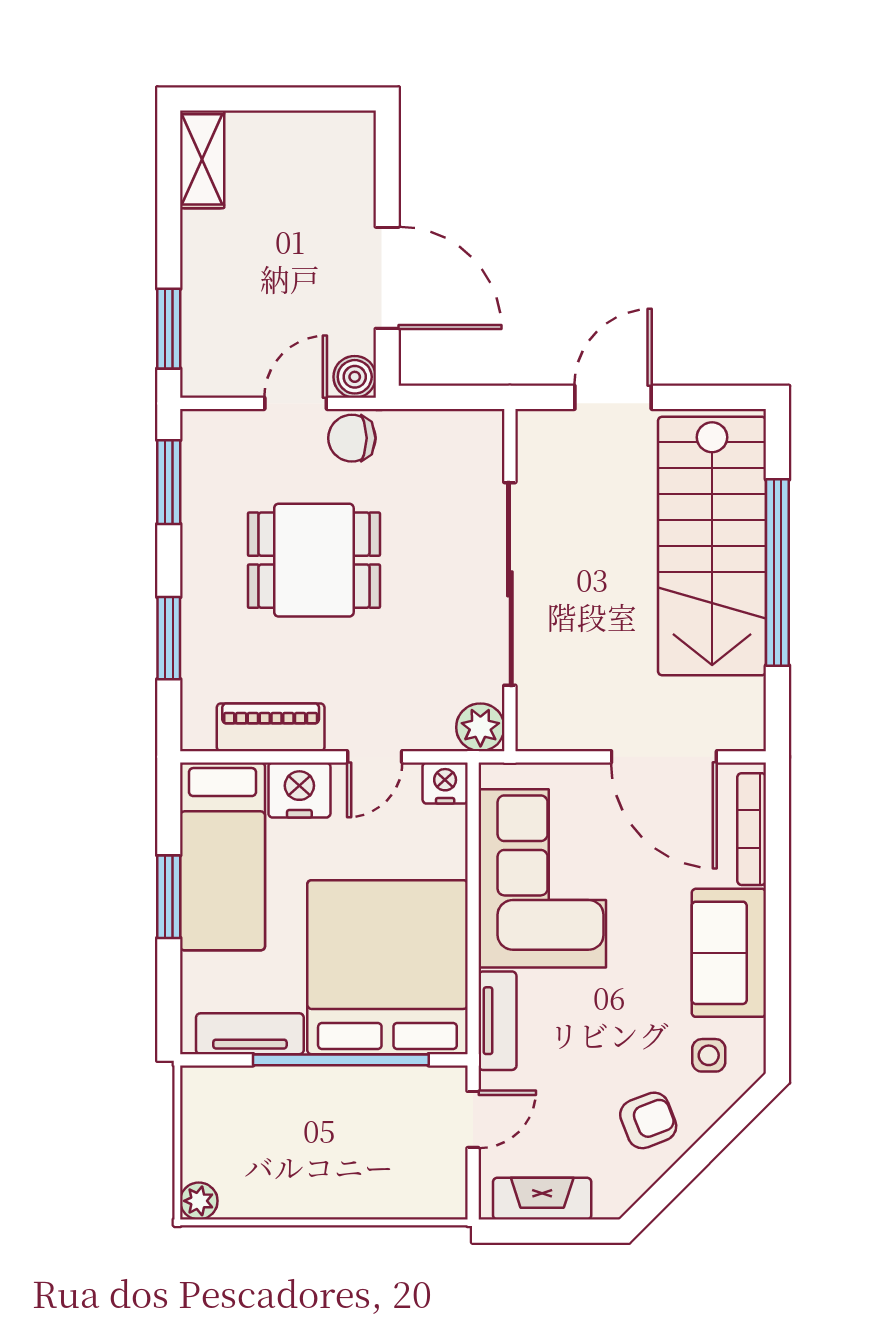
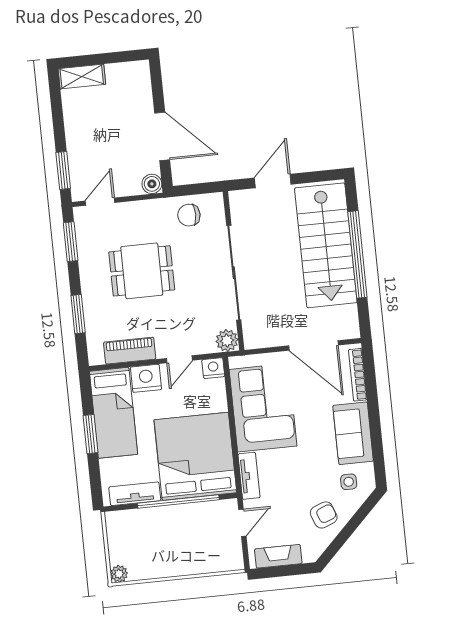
shelving: (202, 159) -> (82, 77), moved, turned 90
door: (296, 403) -> (100, 202), moved
chair: (352, 438) -> (189, 215), moved

